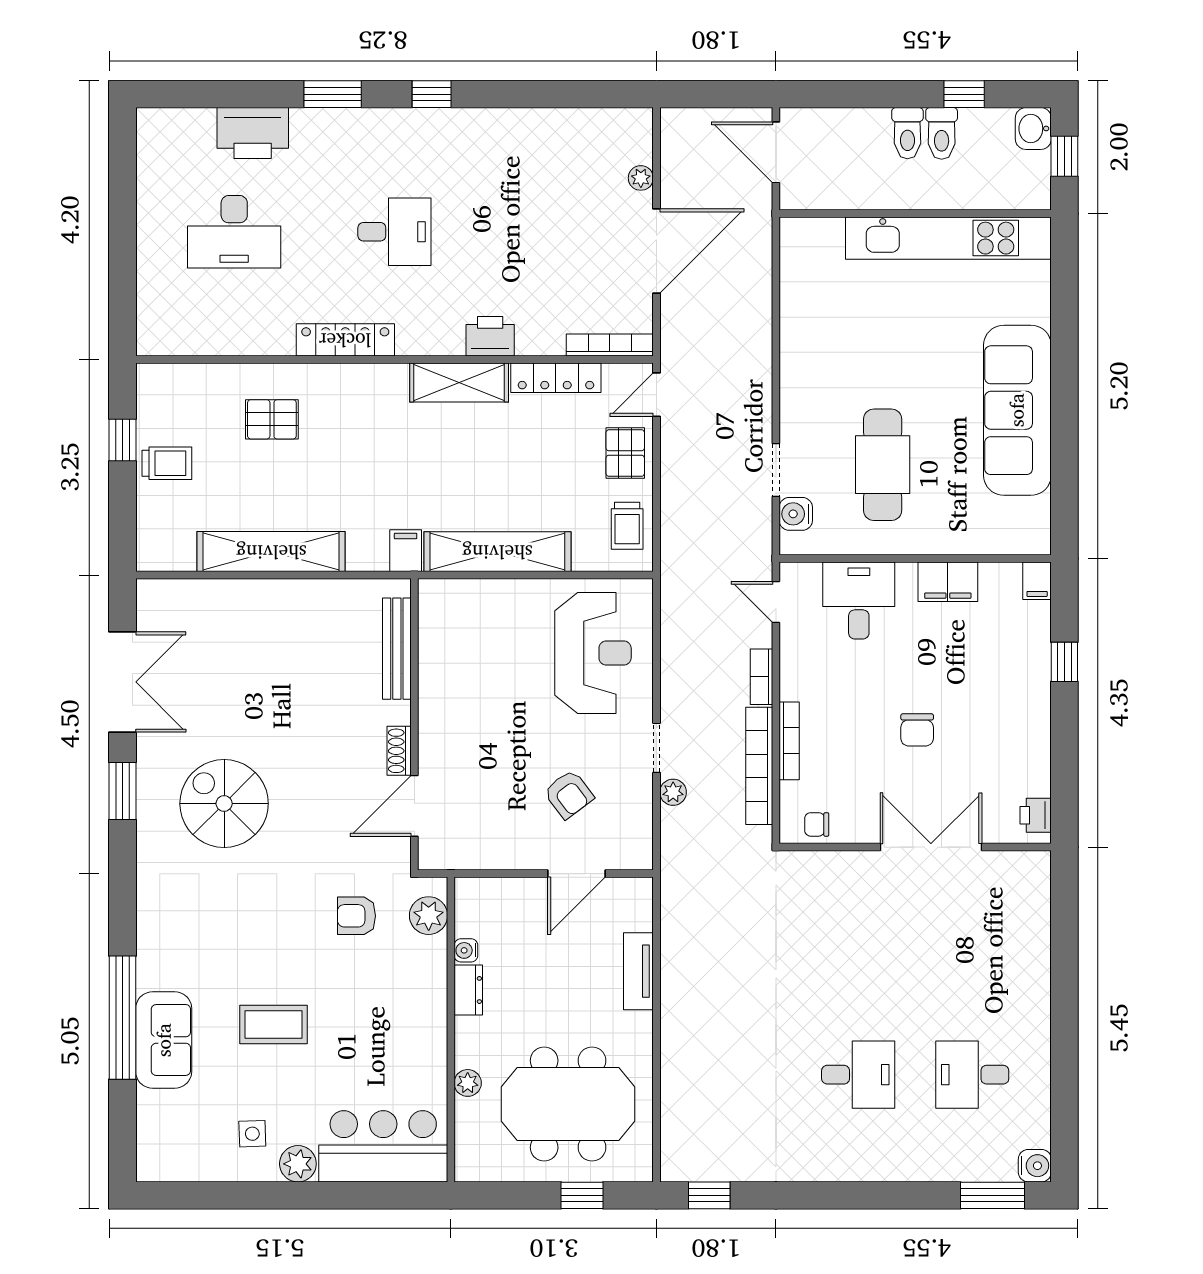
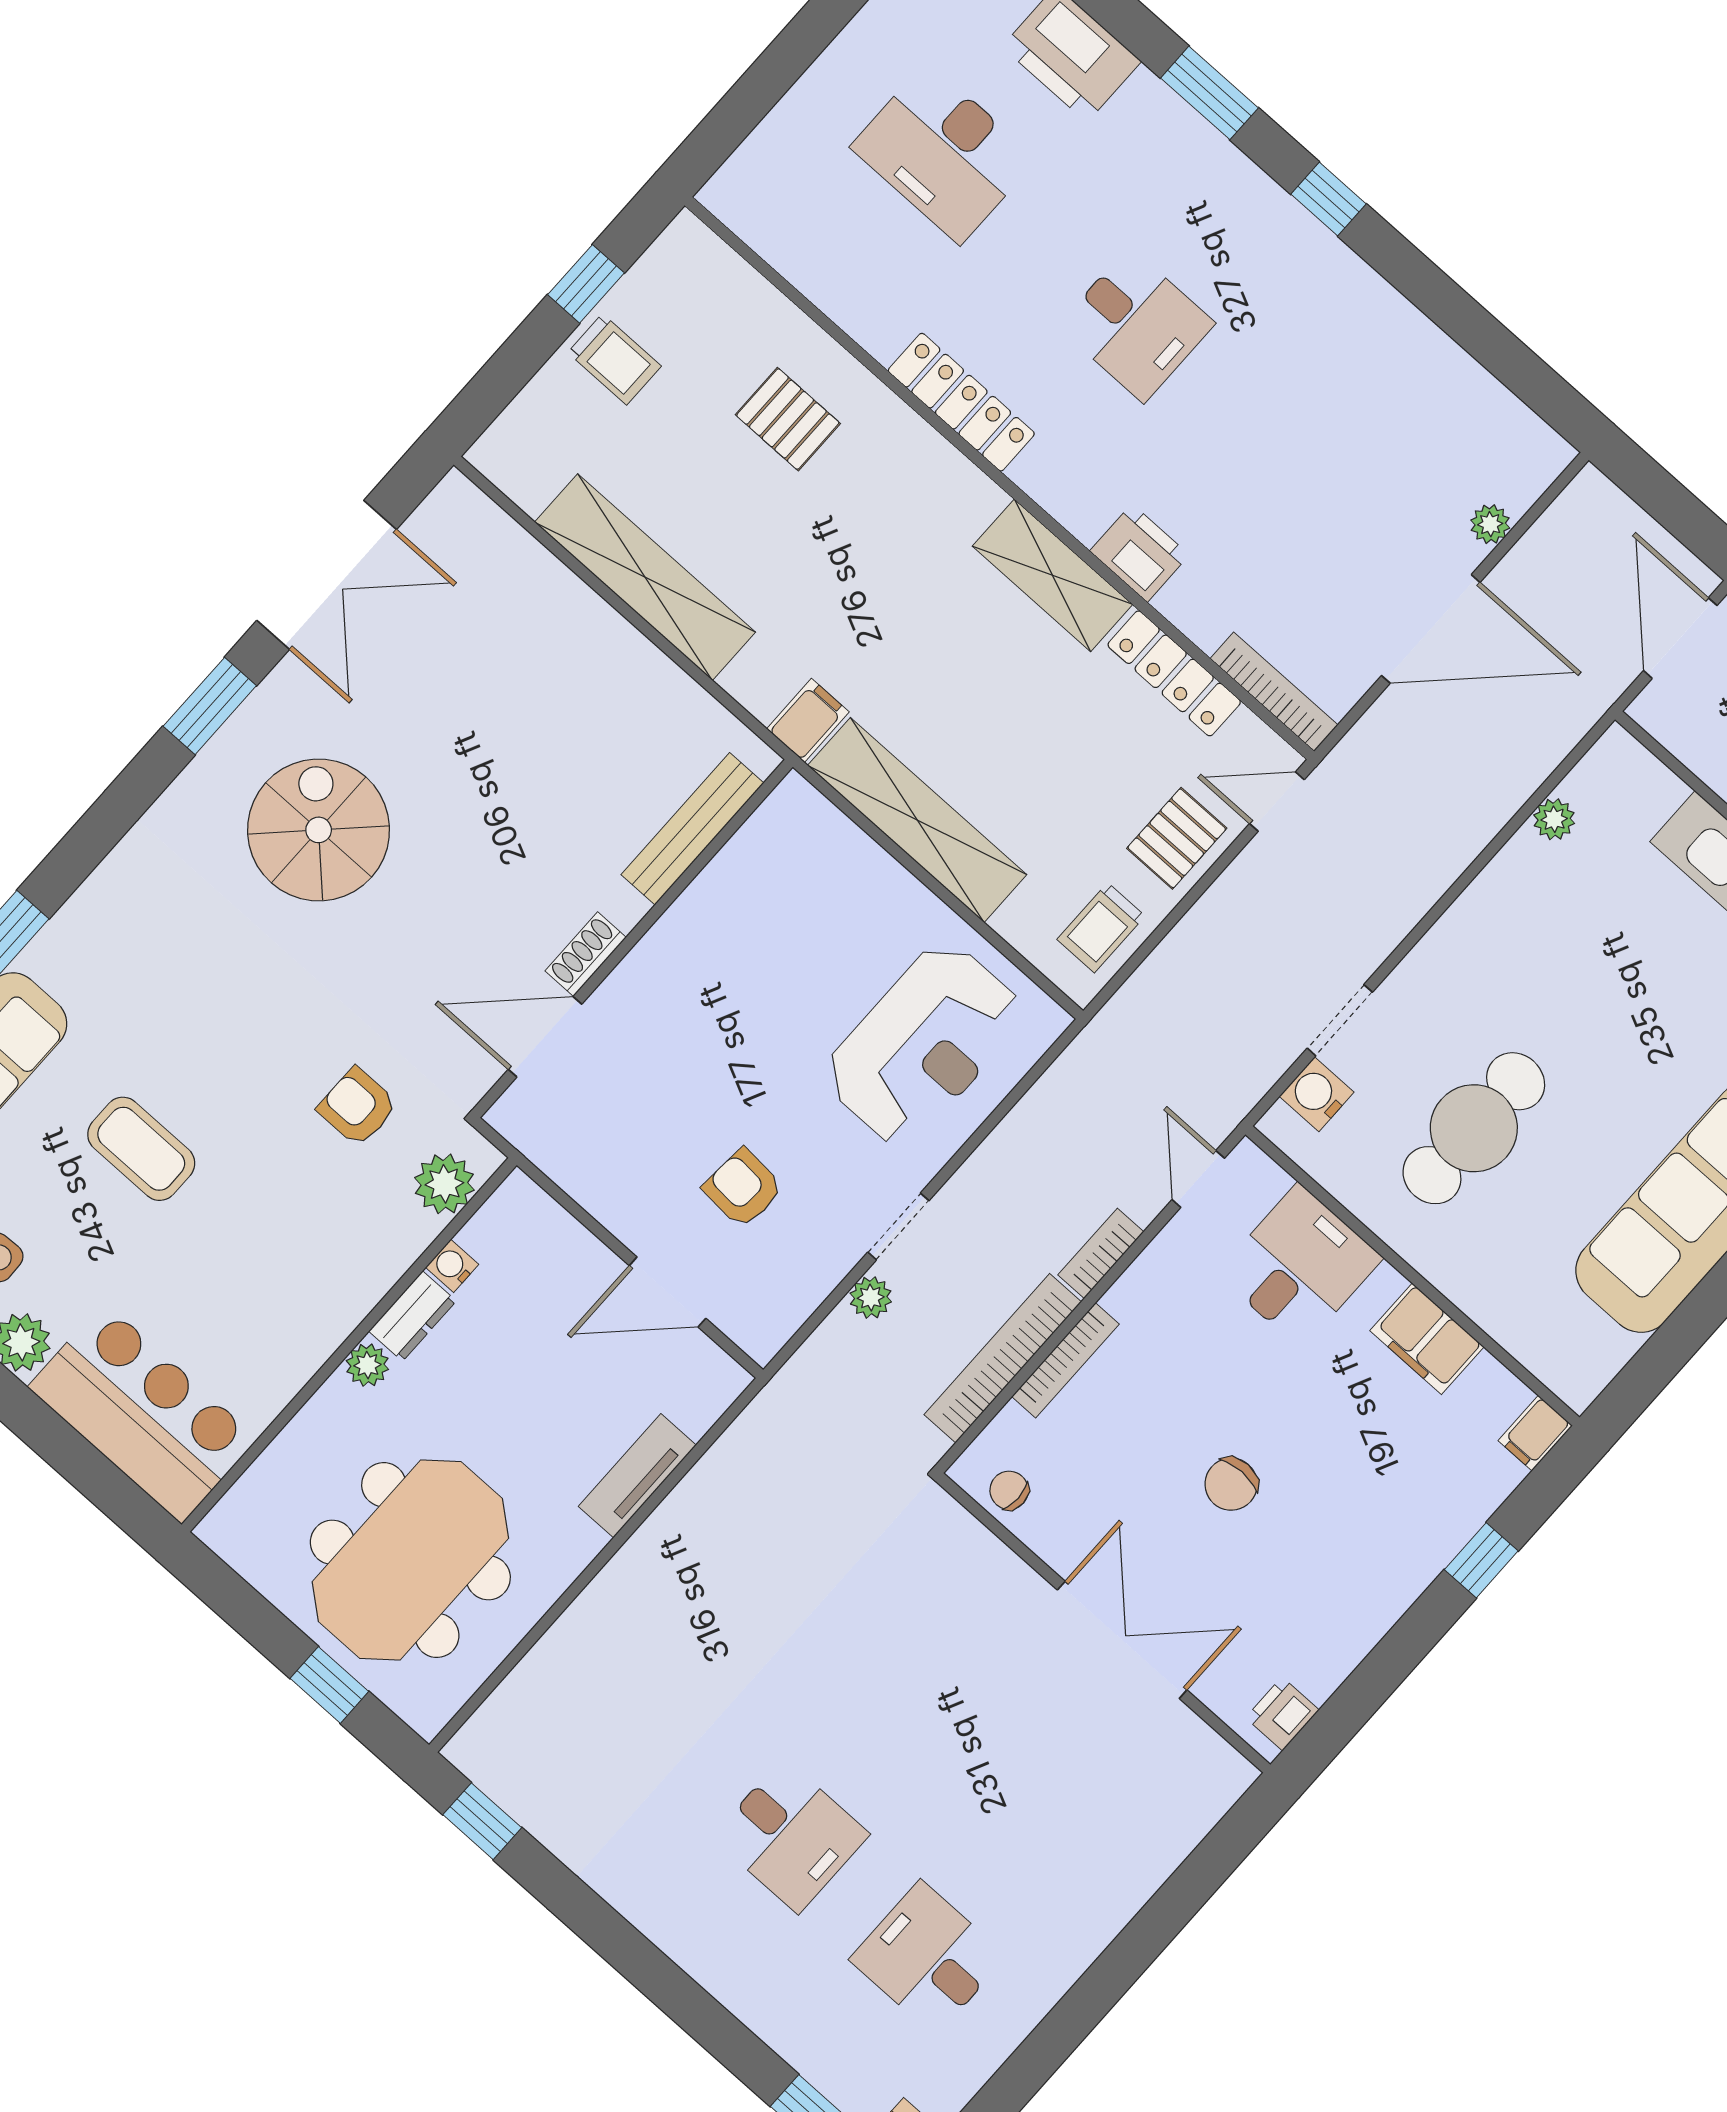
plant: (792, 288) -> (1554, 819), added
armchair: (569, 794) -> (743, 1188), turned 131
plant: (468, 1083) -> (367, 1365), moved
meeting table: (568, 1104) -> (410, 1560), turned 90

